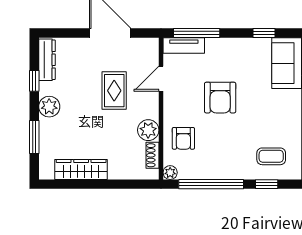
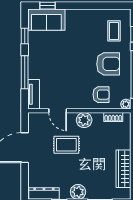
window: (197, 33) -> (25, 72), moved
armchair: (220, 98) -> (108, 64), moved
plant: (148, 130) -> (84, 120), moved

